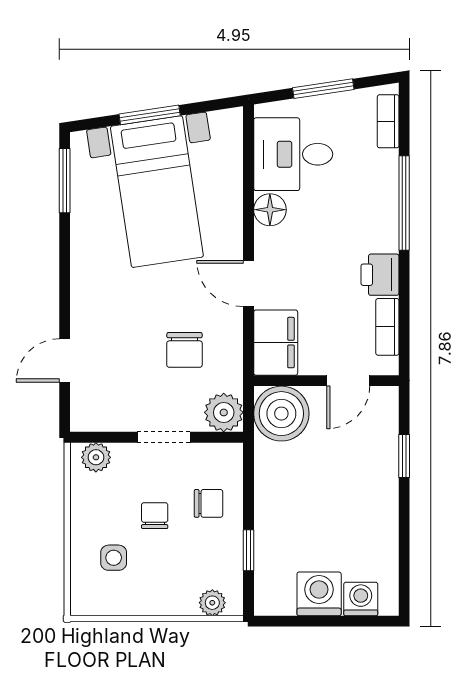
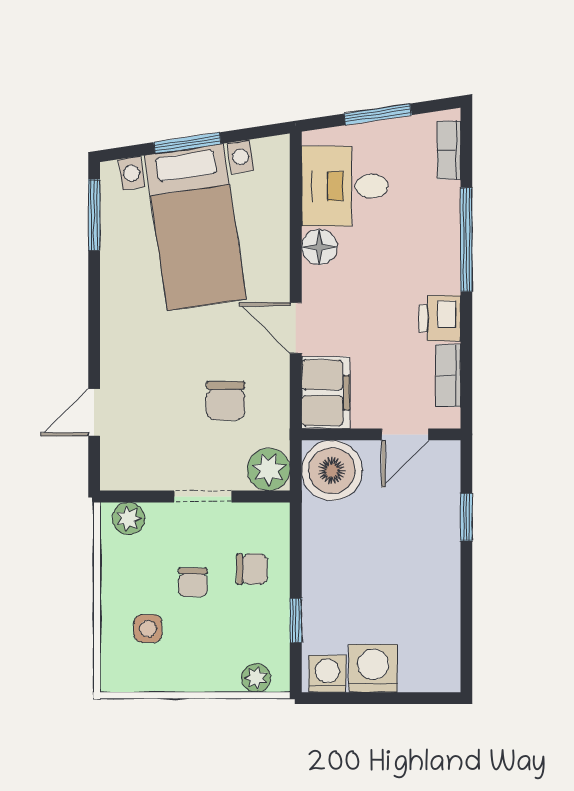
chair: (155, 516) -> (193, 582), turned 180
washing machine: (361, 599) -> (327, 674), moved

